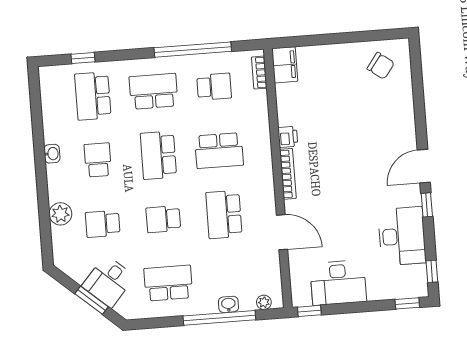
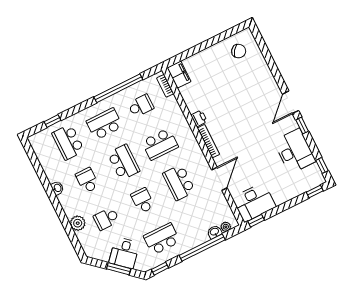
school desk: (158, 155) -> (124, 162), turned 180
school desk: (163, 219) -> (143, 201), turned 90
door: (282, 232) -> (219, 179), hinge flipped
desk: (338, 283) -> (254, 202), moved
washbasin: (228, 304) -> (215, 232), moved
window: (149, 323) -> (160, 269), added

